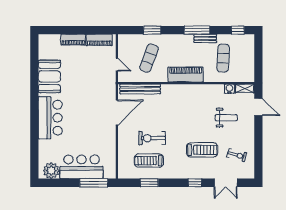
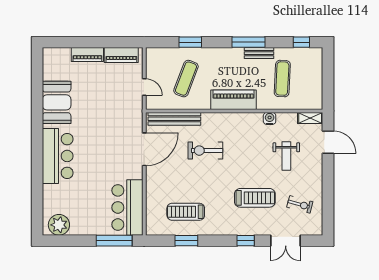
water cooler: (229, 89) -> (270, 118), moved
weight bench: (226, 118) -> (286, 156), turned 90
exercise bike: (152, 138) -> (205, 151), moved
bar counter: (82, 167) -> (127, 207), moved, turned -90

